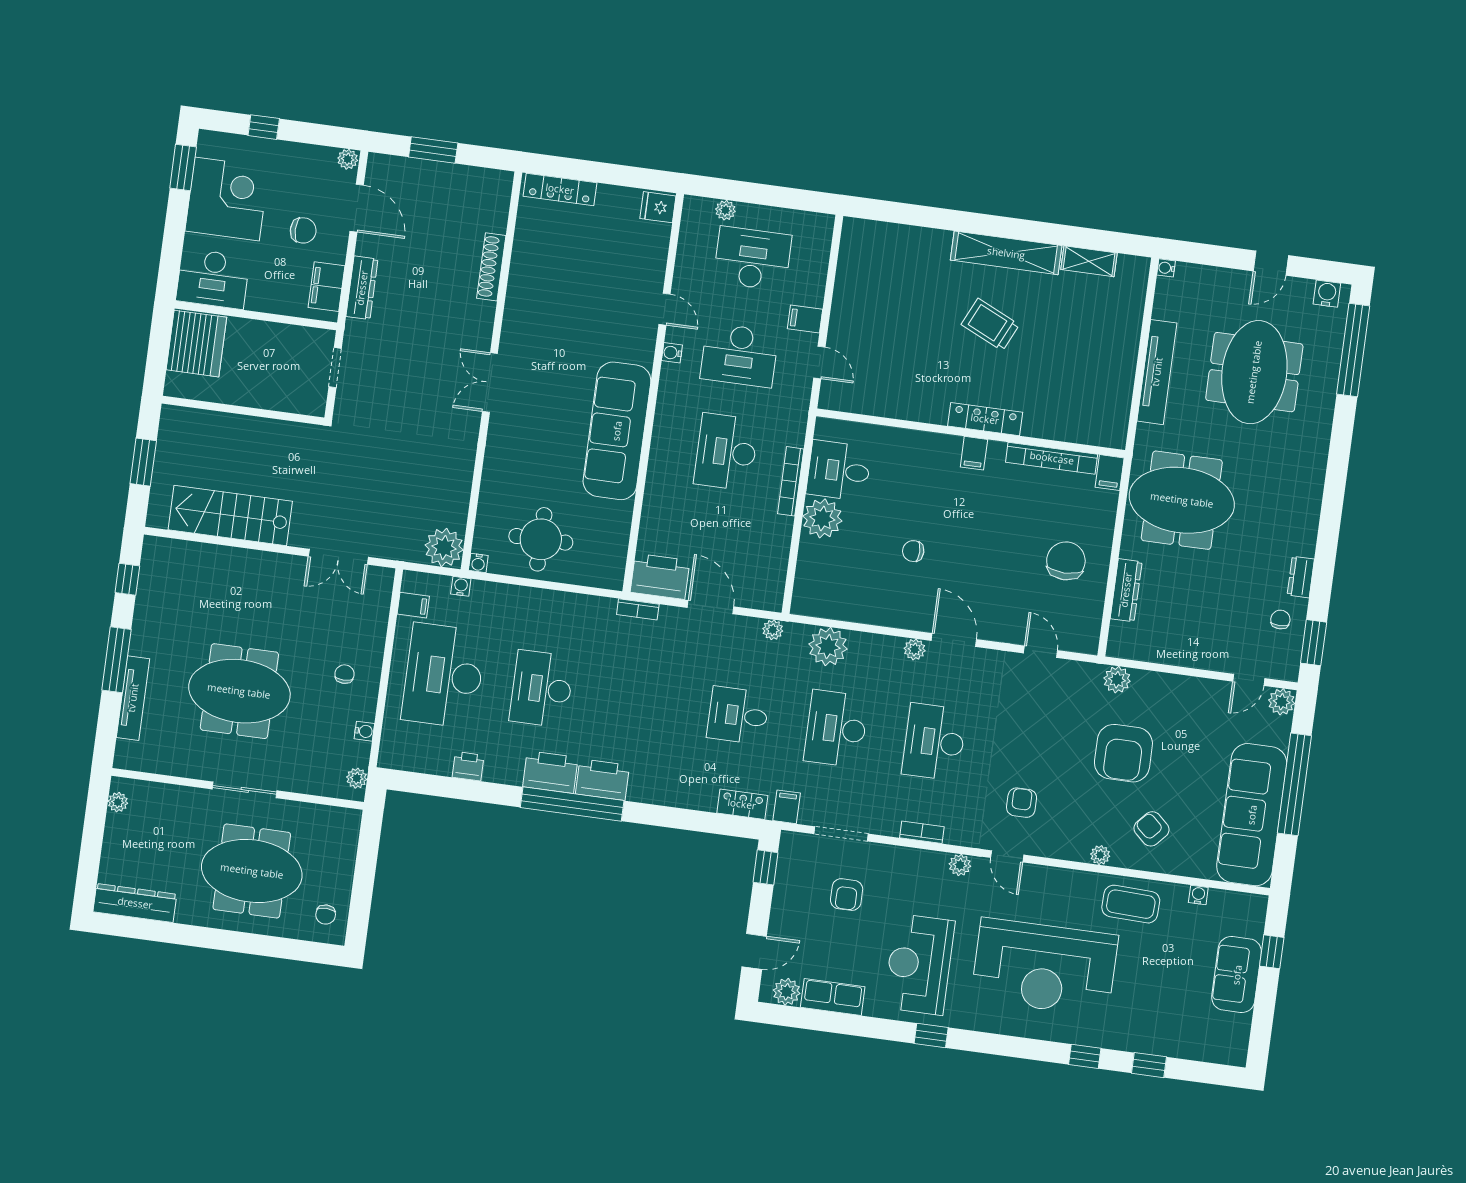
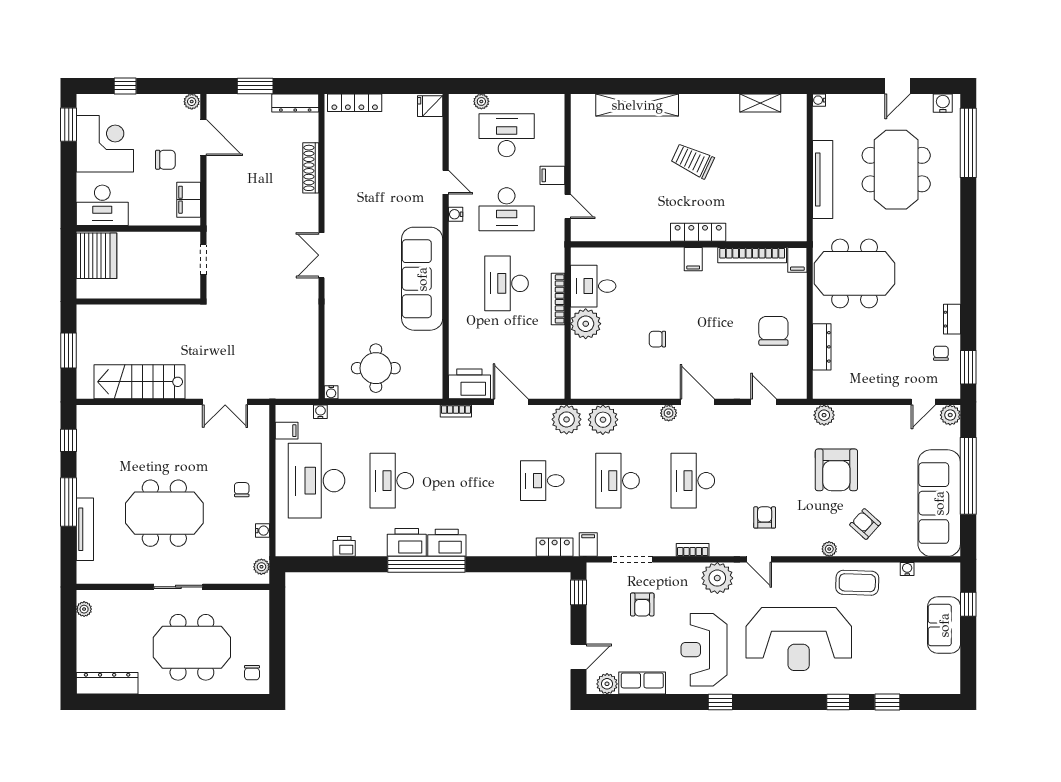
shelving: (1006, 253) -> (637, 105), moved
dresser: (362, 288) -> (295, 103), moved, turned 90
plant: (444, 547) -> (304, 384), removed
plant: (773, 630) -> (567, 419), width x1.88, depth x1.88
plant: (960, 865) -> (717, 578), width x1.87, depth x1.87

